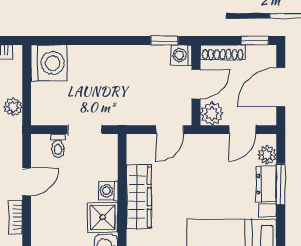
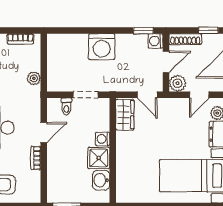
washing machine: (49, 63) -> (102, 47), moved, turned 90
door: (170, 130) -> (147, 95), hinge flipped
wardrobe: (139, 197) -> (125, 115), moved, width x0.67

